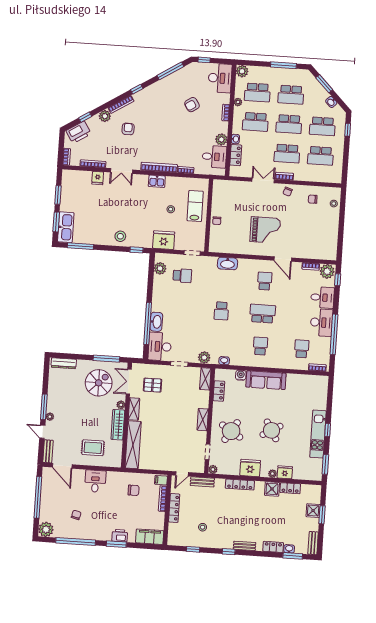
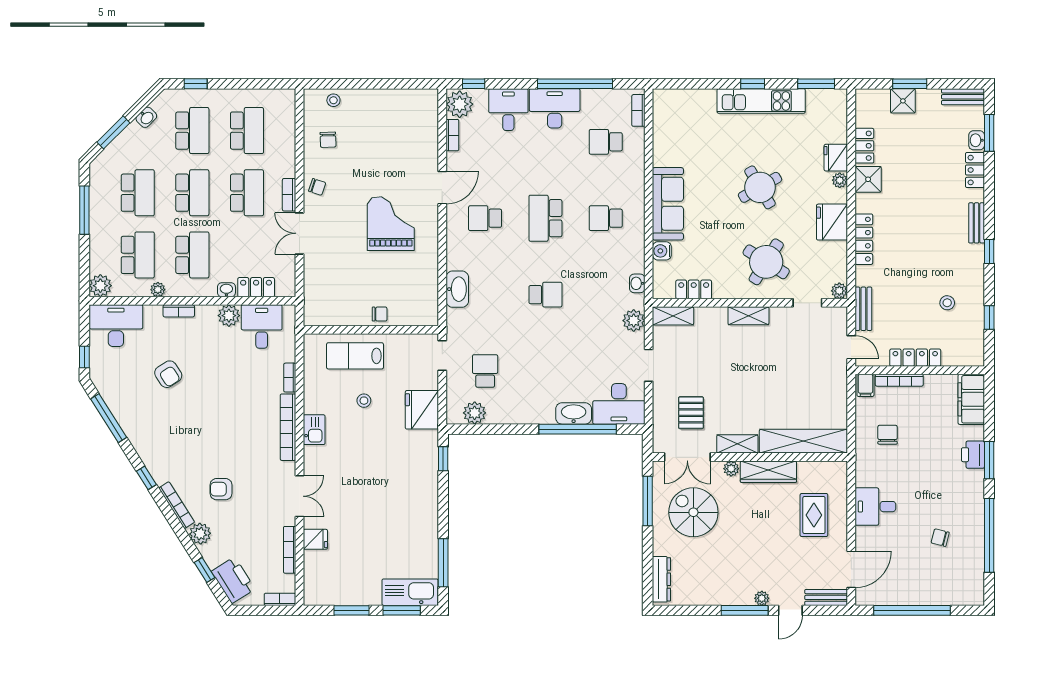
stool: (120, 236) -> (420, 490), removed
plant: (46, 529) -> (970, 592), removed

